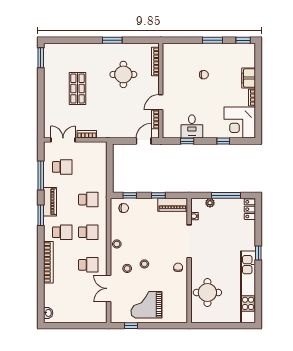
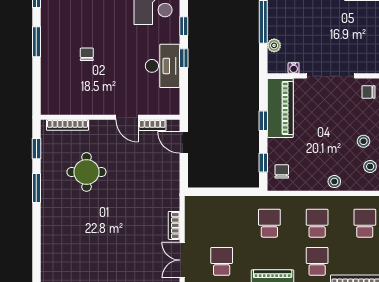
window: (139, 40) -> (36, 149), added
shop shelf: (77, 89) -> (107, 239), removed
desk: (192, 126) -> (163, 66), width x1.37
window: (187, 141) -> (184, 58), moved
piano: (173, 205) -> (280, 108), width x1.37, depth x1.33

